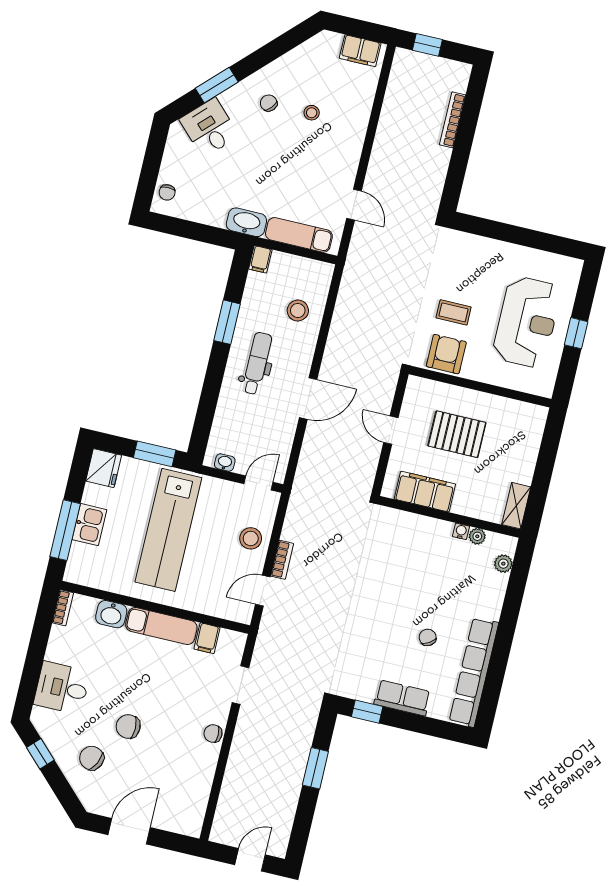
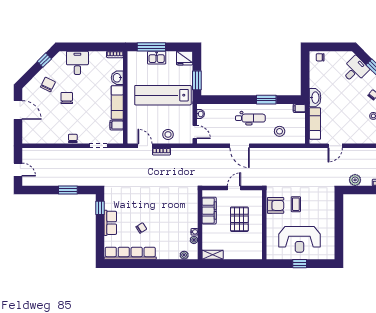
plant: (433, 181) -> (355, 180), added

